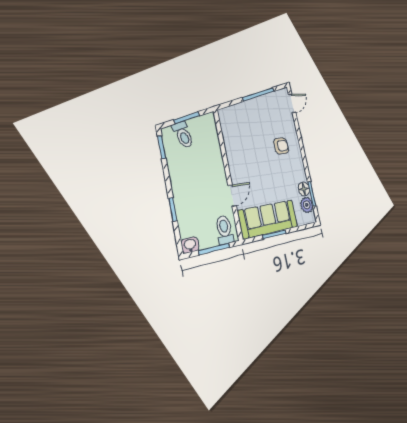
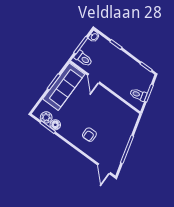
toilet: (183, 135) -> (138, 95), moved

